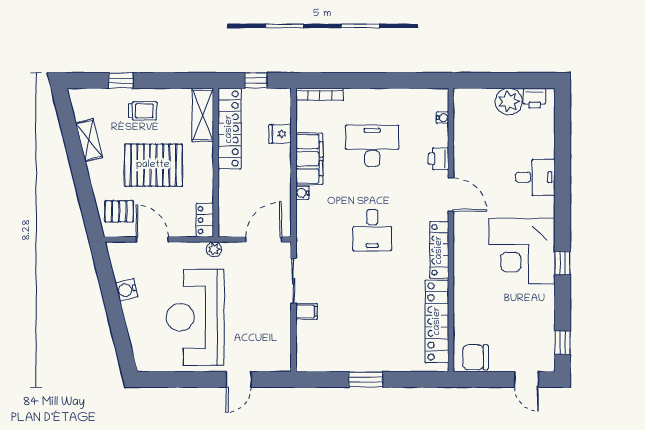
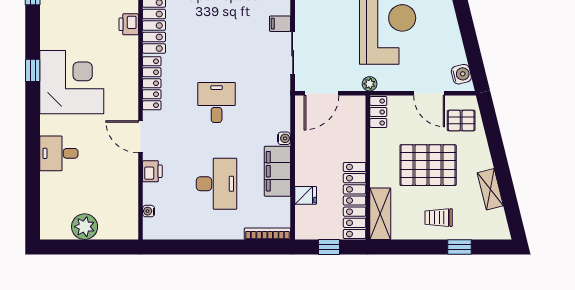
printer: (535, 98) -> (129, 24), moved, turned -90
desk: (372, 146) -> (217, 184), turned -90
water cooler: (127, 290) -> (461, 74), moved

